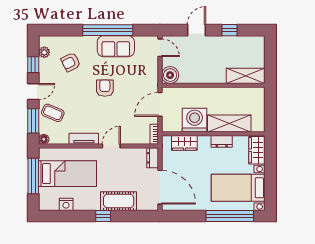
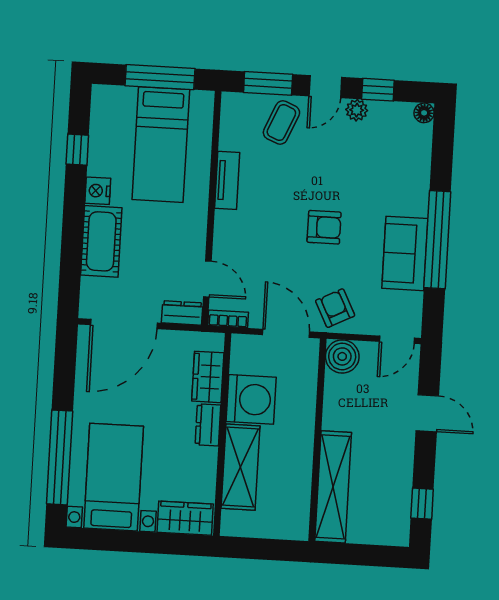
window: (229, 30) -> (422, 504), moved
plant: (44, 52) -> (357, 110), moved
armchair: (71, 62) -> (335, 308), moved
shelving: (246, 76) -> (333, 487), width x1.47
door: (33, 92) -> (325, 87), hinge flipped
floor lamp: (44, 139) -> (424, 113), moved
dresser: (222, 141) -> (208, 425), moved
door: (111, 146) -> (207, 279), moved
nightstand: (66, 204) -> (98, 191), moved
window: (103, 216) -> (77, 150), moved

